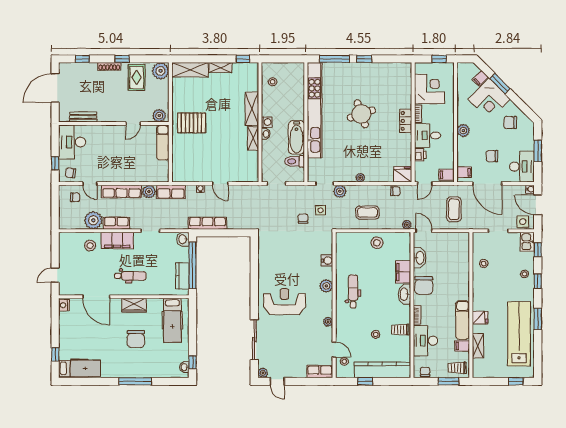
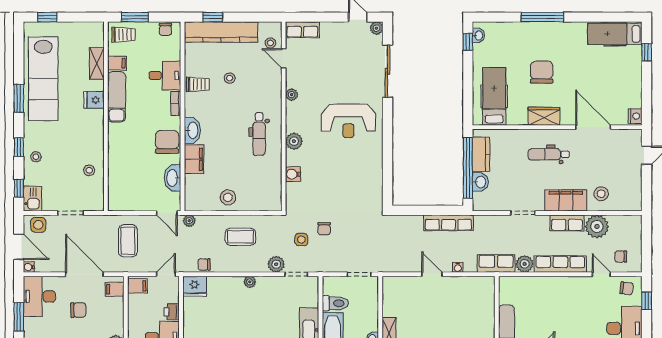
washbasin: (183, 239) -> (480, 182), moved
desk: (425, 341) -> (165, 75), width x0.73
window: (365, 381) -> (213, 17), moved

